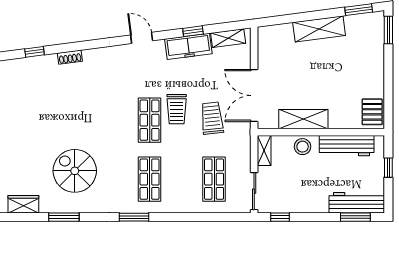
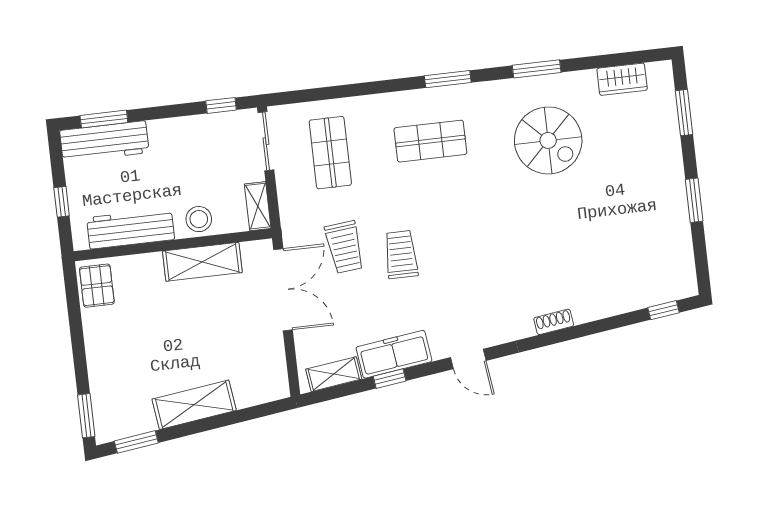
window: (34, 52) -> (664, 310), moved
shoe rack: (70, 57) -> (554, 322), moved
shop shelf: (150, 120) -> (441, 233), removed
shop shelf: (150, 179) -> (430, 141), turned 90
window: (64, 217) -> (537, 69), moved

